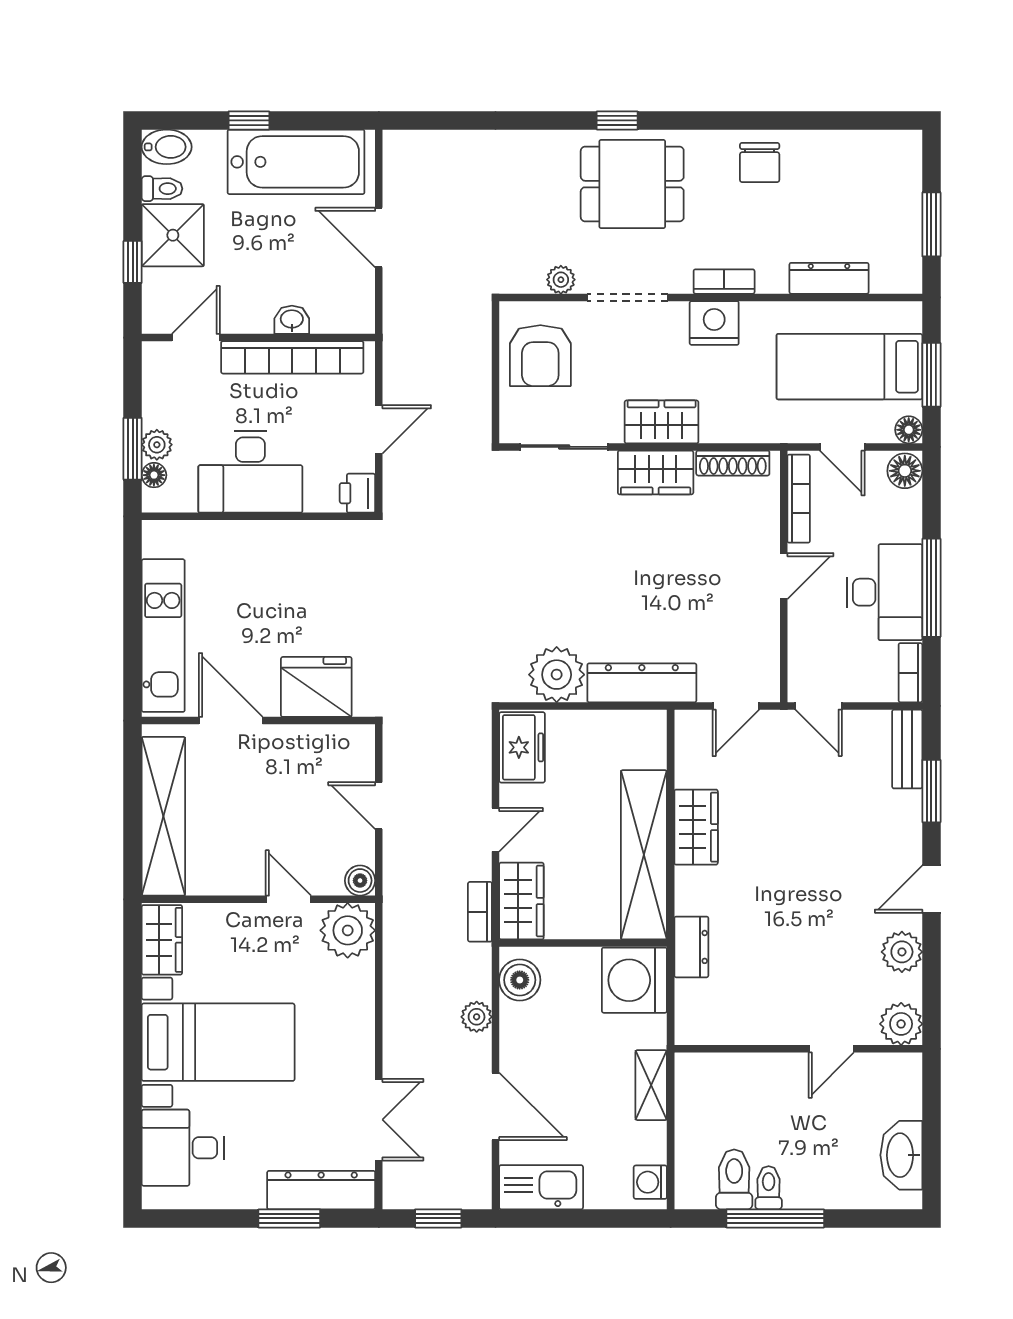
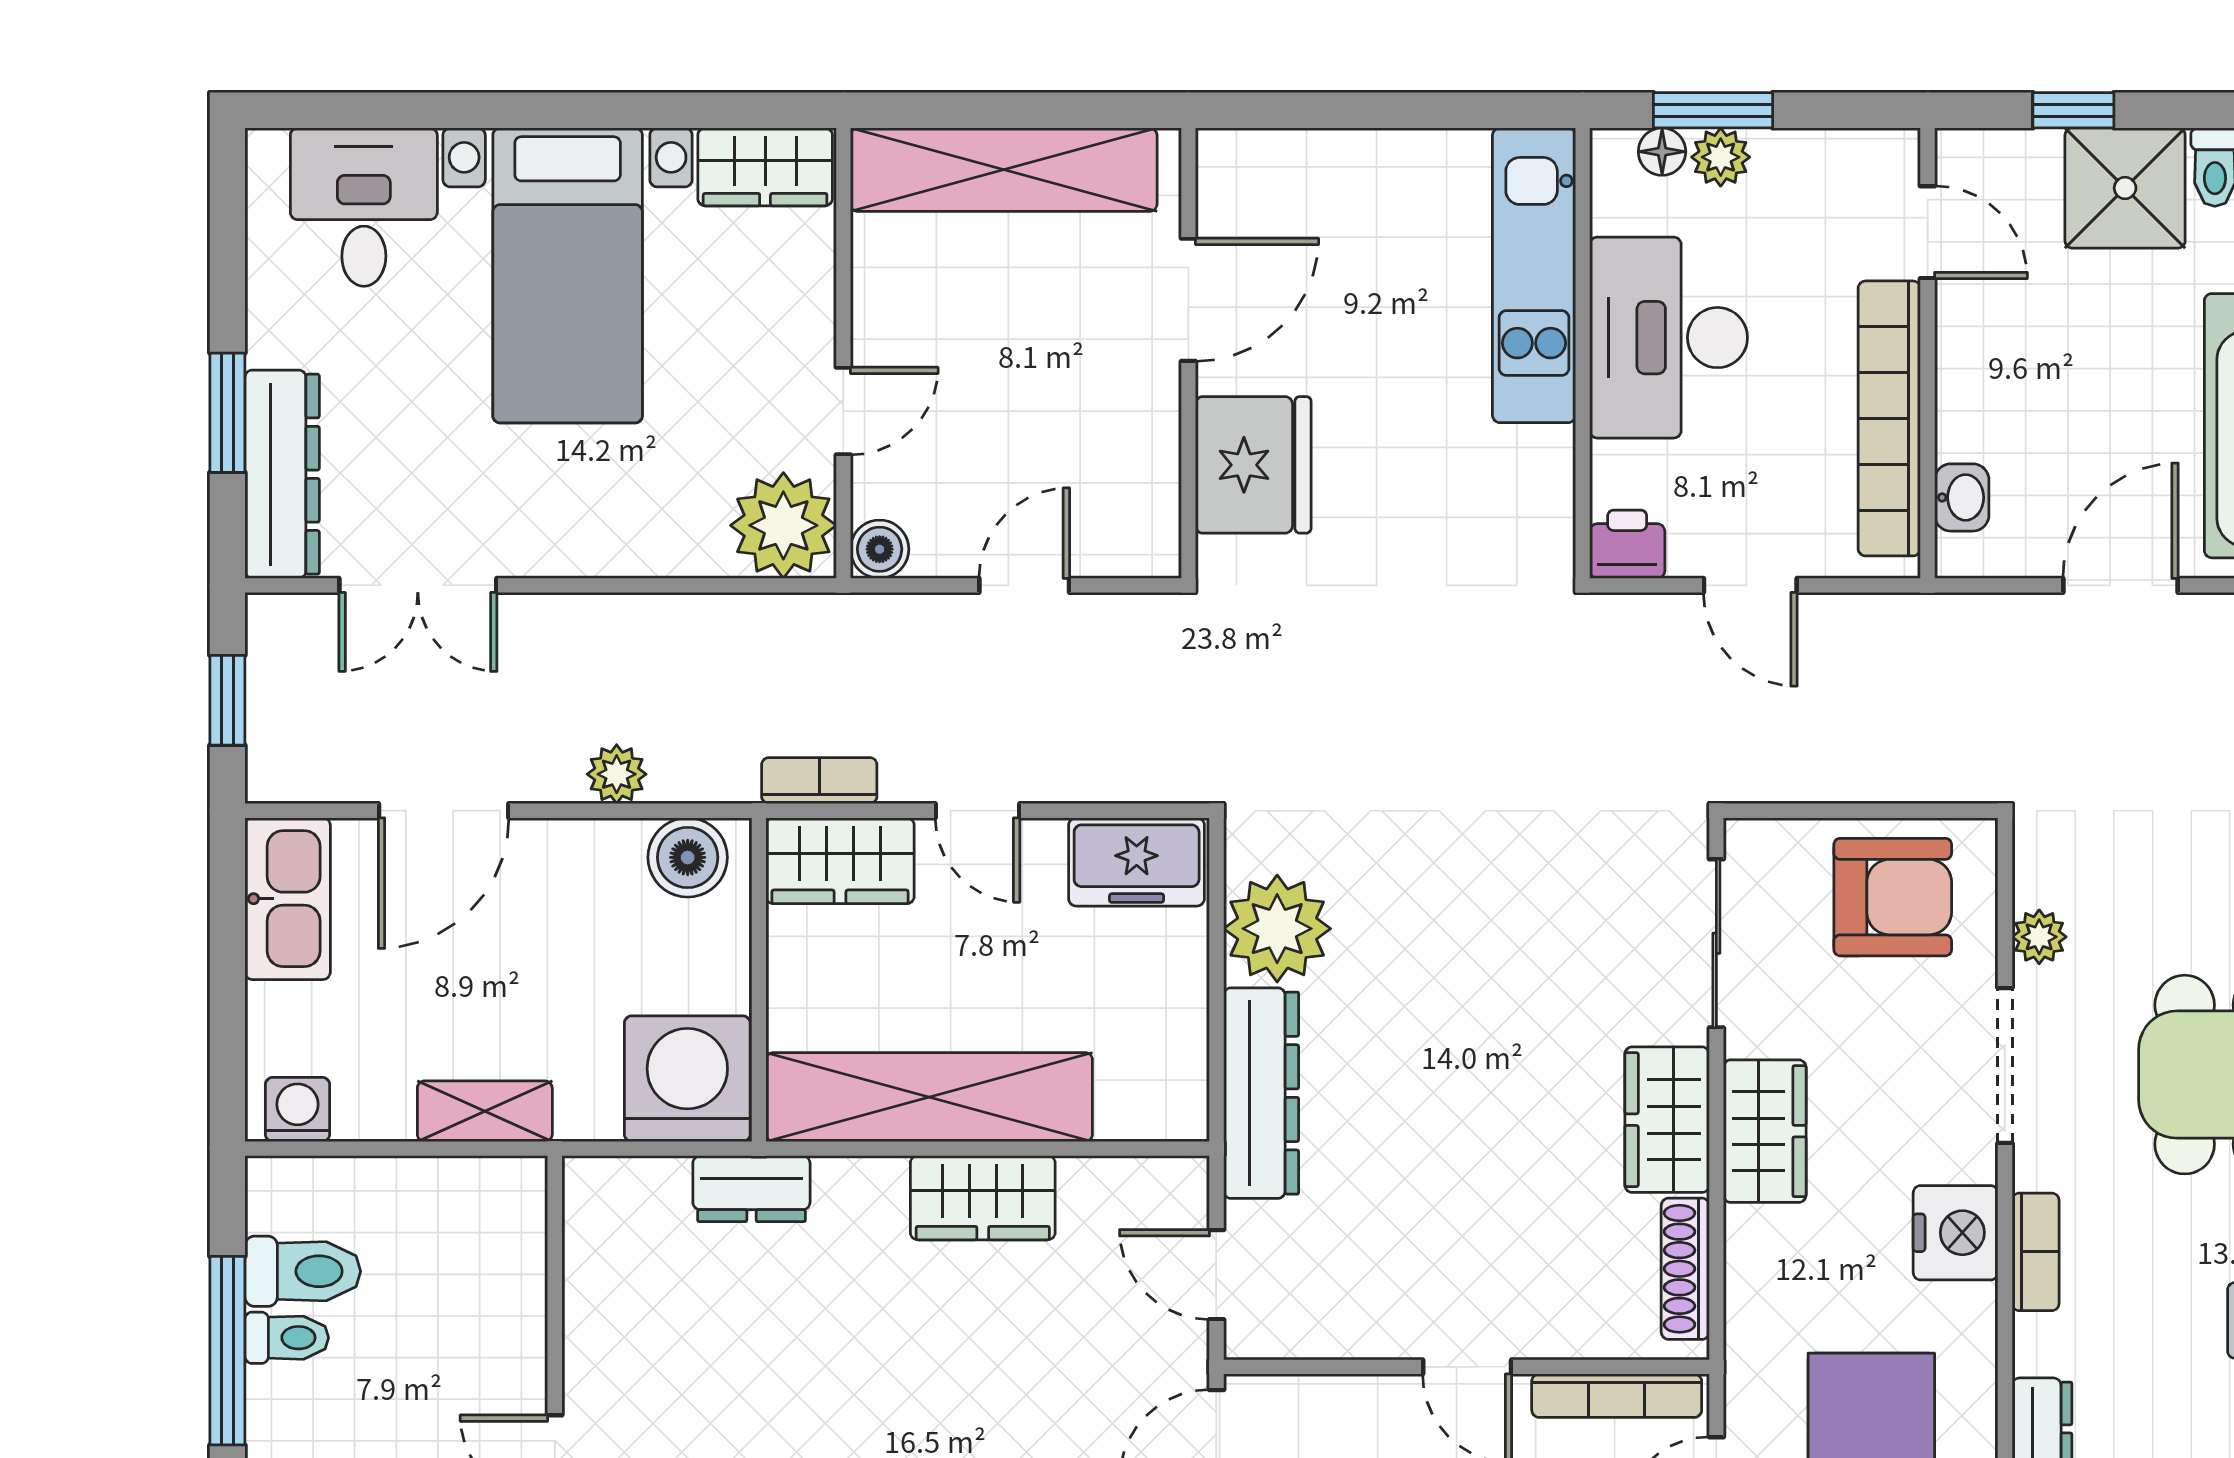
washbasin: (292, 320) -> (1962, 497), moved
armchair: (540, 356) -> (1893, 897), turned 180
kitchen unit: (163, 636) -> (1534, 275), moved, turned 90

